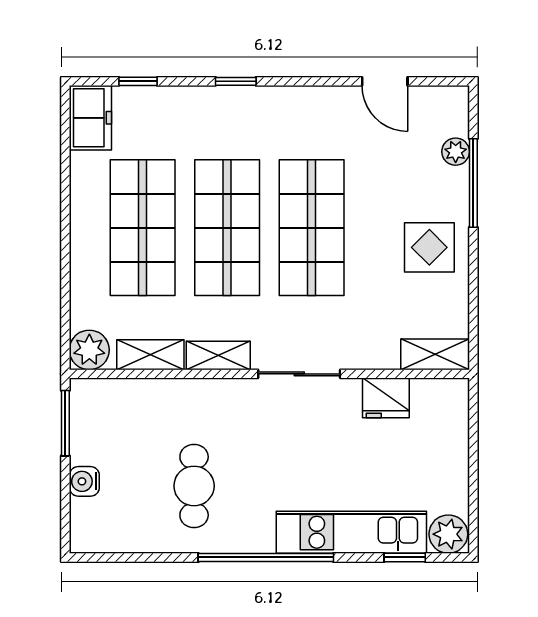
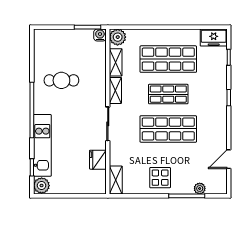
shop shelf: (227, 228) -> (168, 94), width x0.70, depth x0.74
water cooler: (84, 481) -> (100, 35), moved

